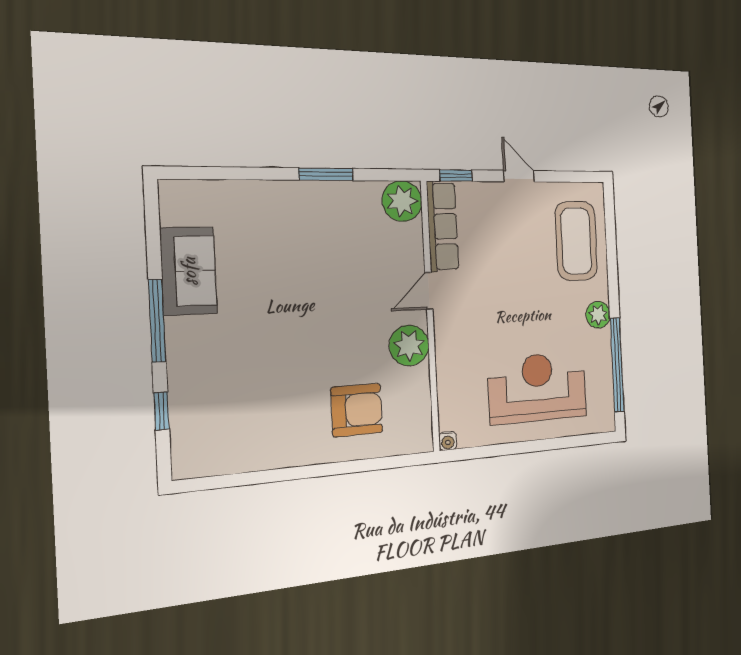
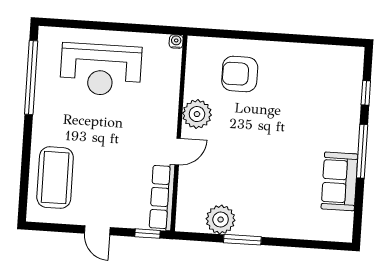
plant: (402, 201) -> (221, 220), moved
plant: (598, 315) -> (43, 119), removed

